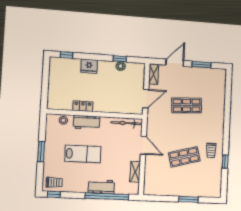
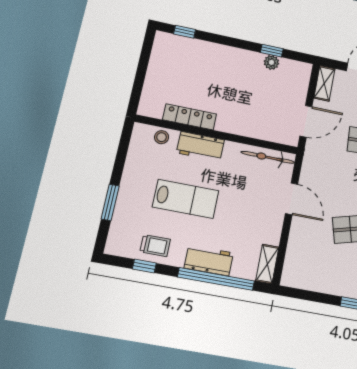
fridge: (89, 66) -> (219, 55), removed
locker: (83, 106) -> (190, 117), width x1.53
window: (41, 152) -> (110, 202), moved
shelving: (135, 172) -> (267, 264), moved
trolley: (54, 182) -> (155, 246), moved
window: (54, 194) -> (144, 266), moved

